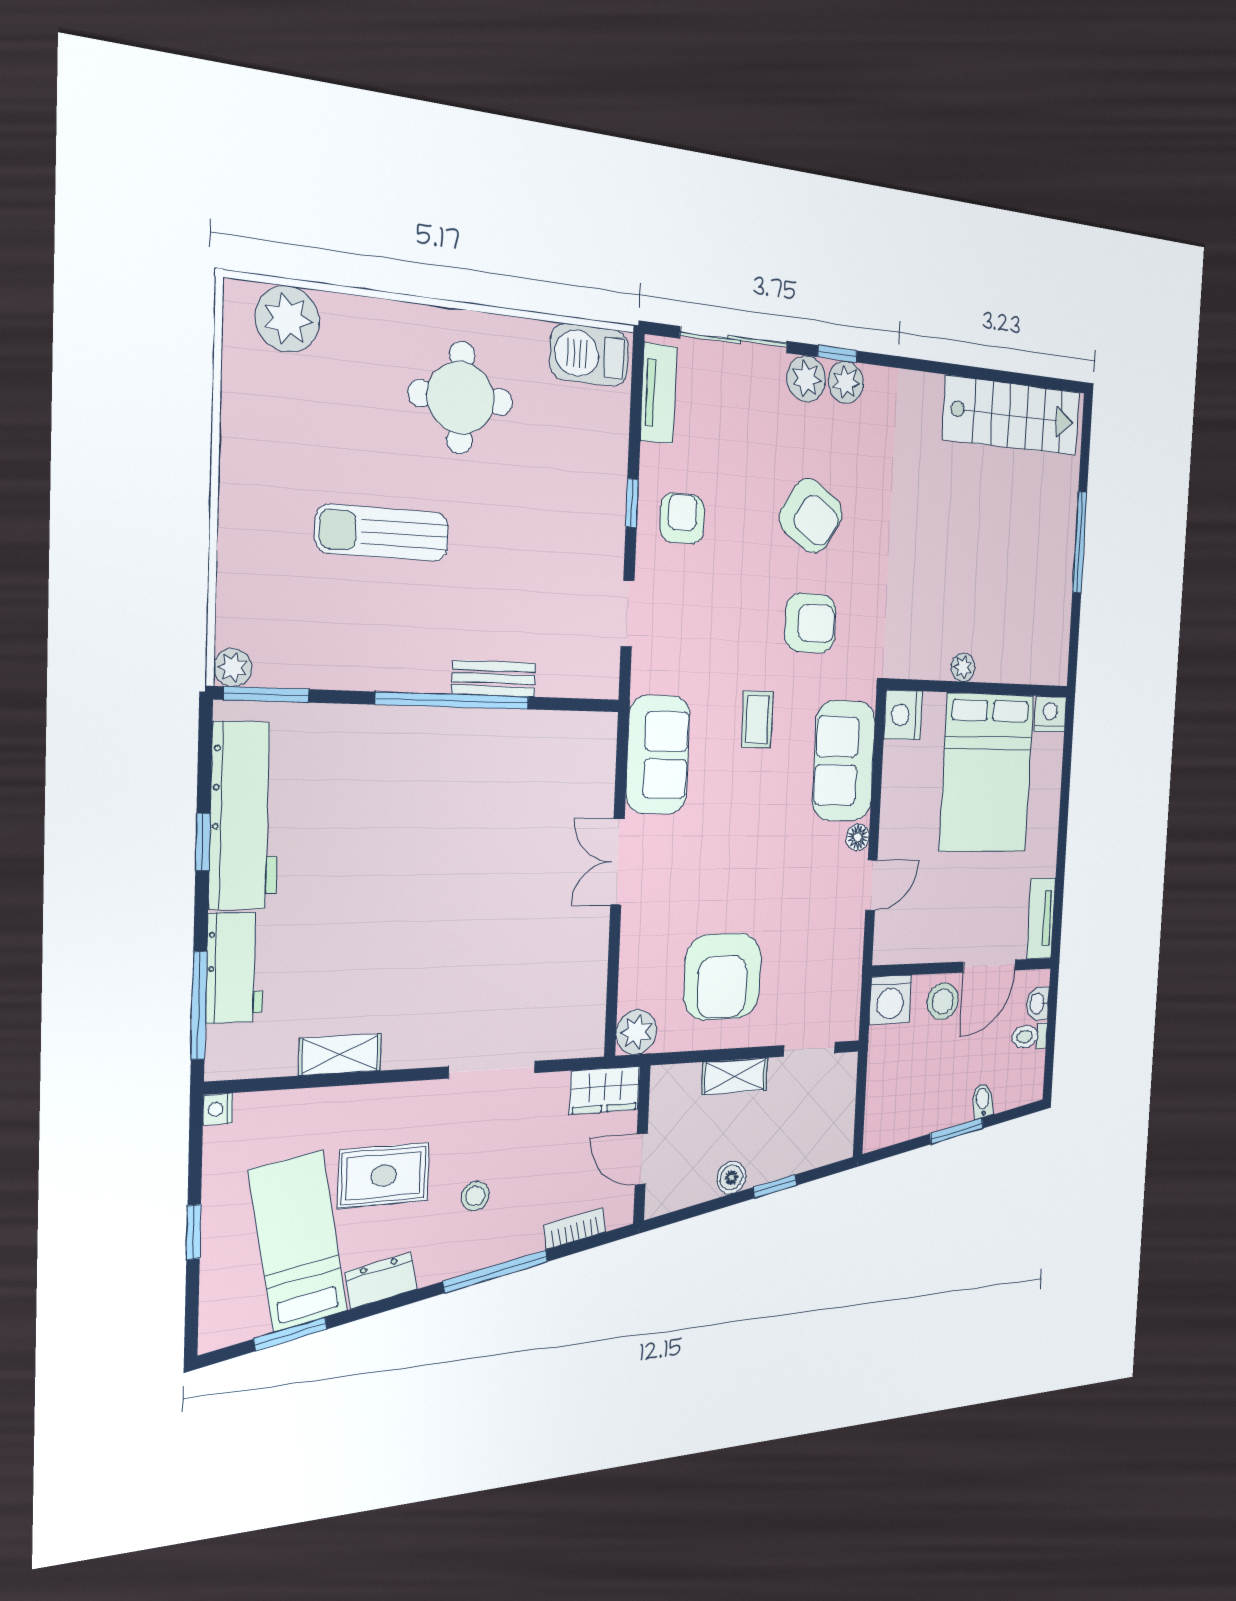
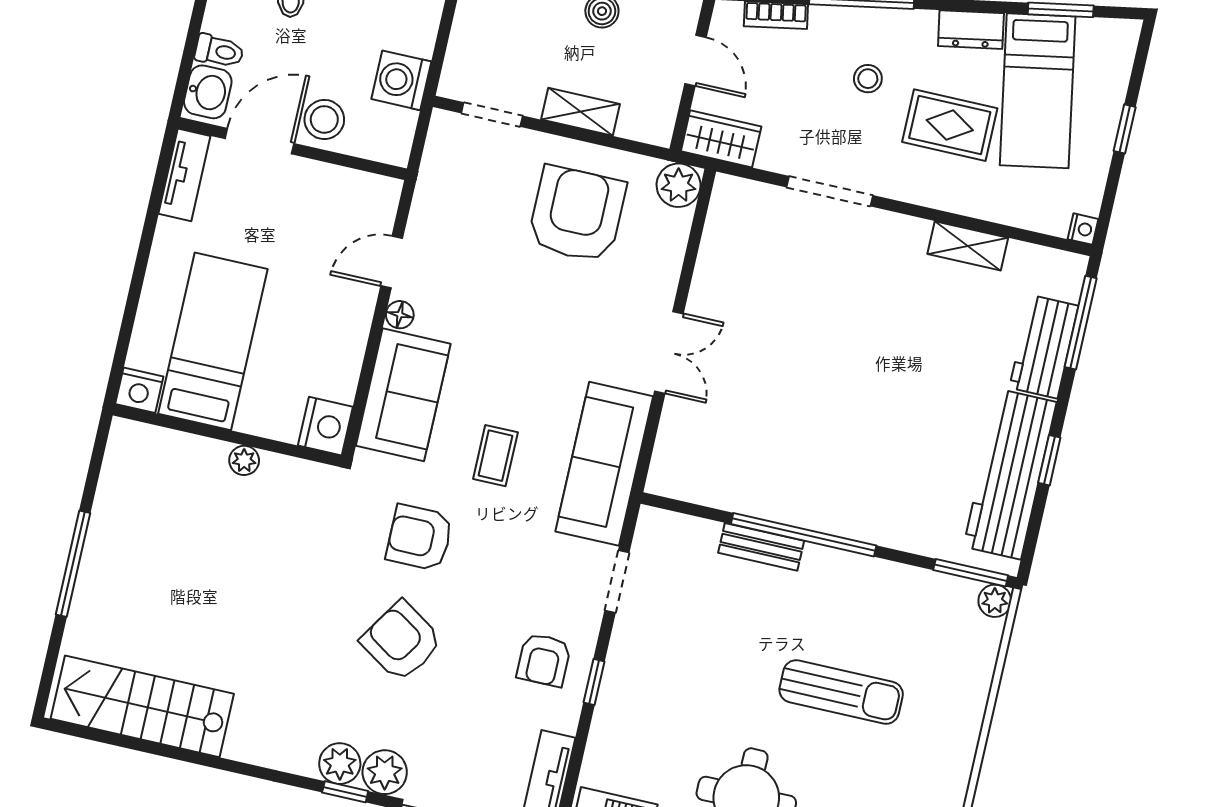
sofa: (658, 755) -> (604, 464), width x1.36
bed: (987, 773) -> (213, 341), width x0.67
washing machine: (890, 1000) -> (401, 80), moved, turned -90
washbasin: (1038, 1004) -> (208, 92), width x1.38, depth x1.45

